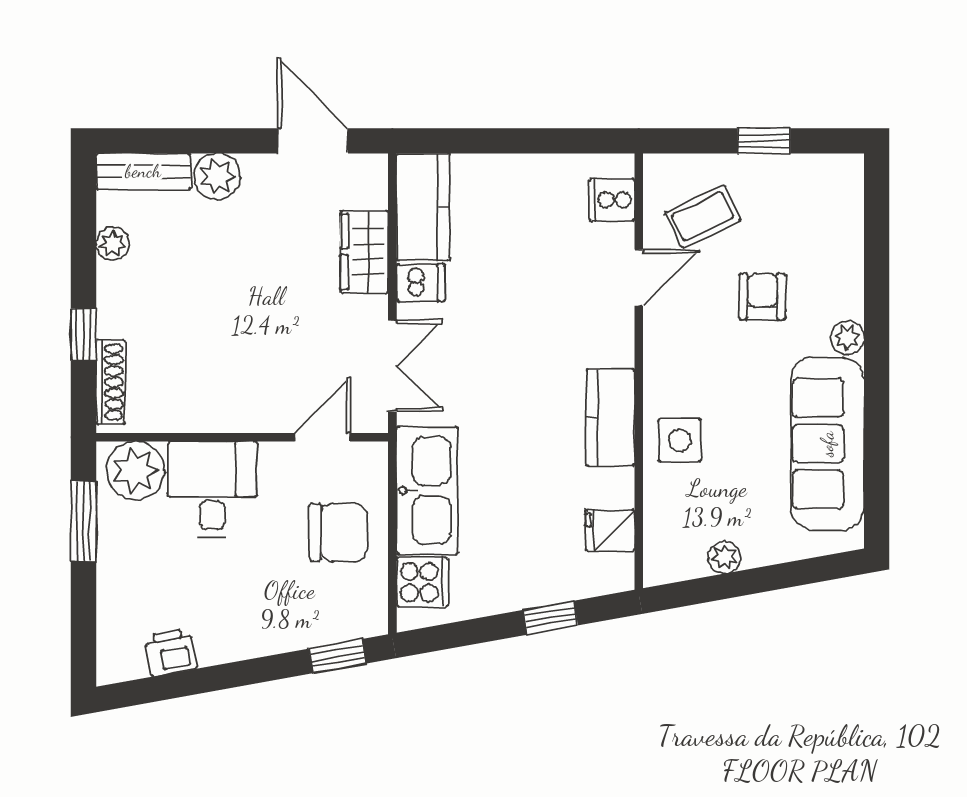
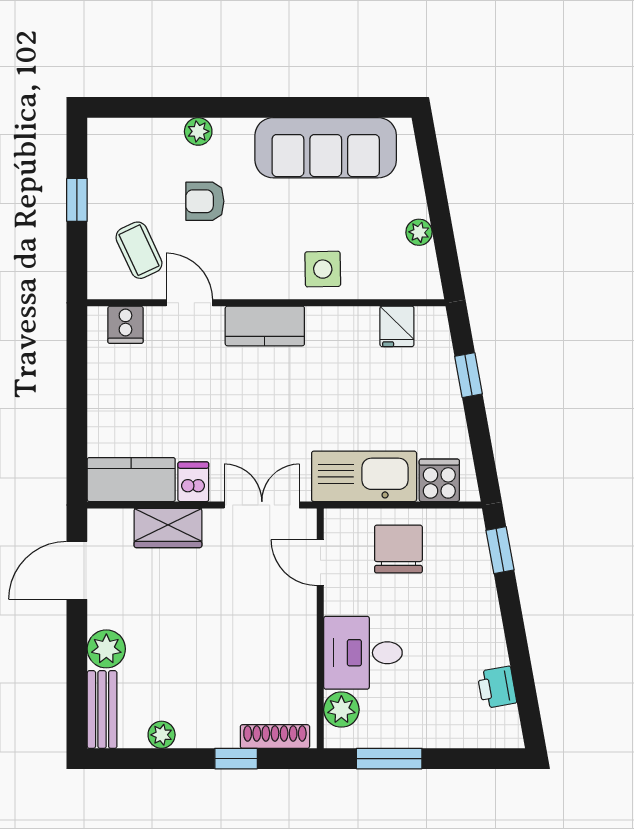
plant: (847, 337) -> (198, 131), moved
kitchen counter: (610, 418) -> (265, 326), moved
plant: (135, 471) -> (341, 710), width x0.73, depth x0.73

